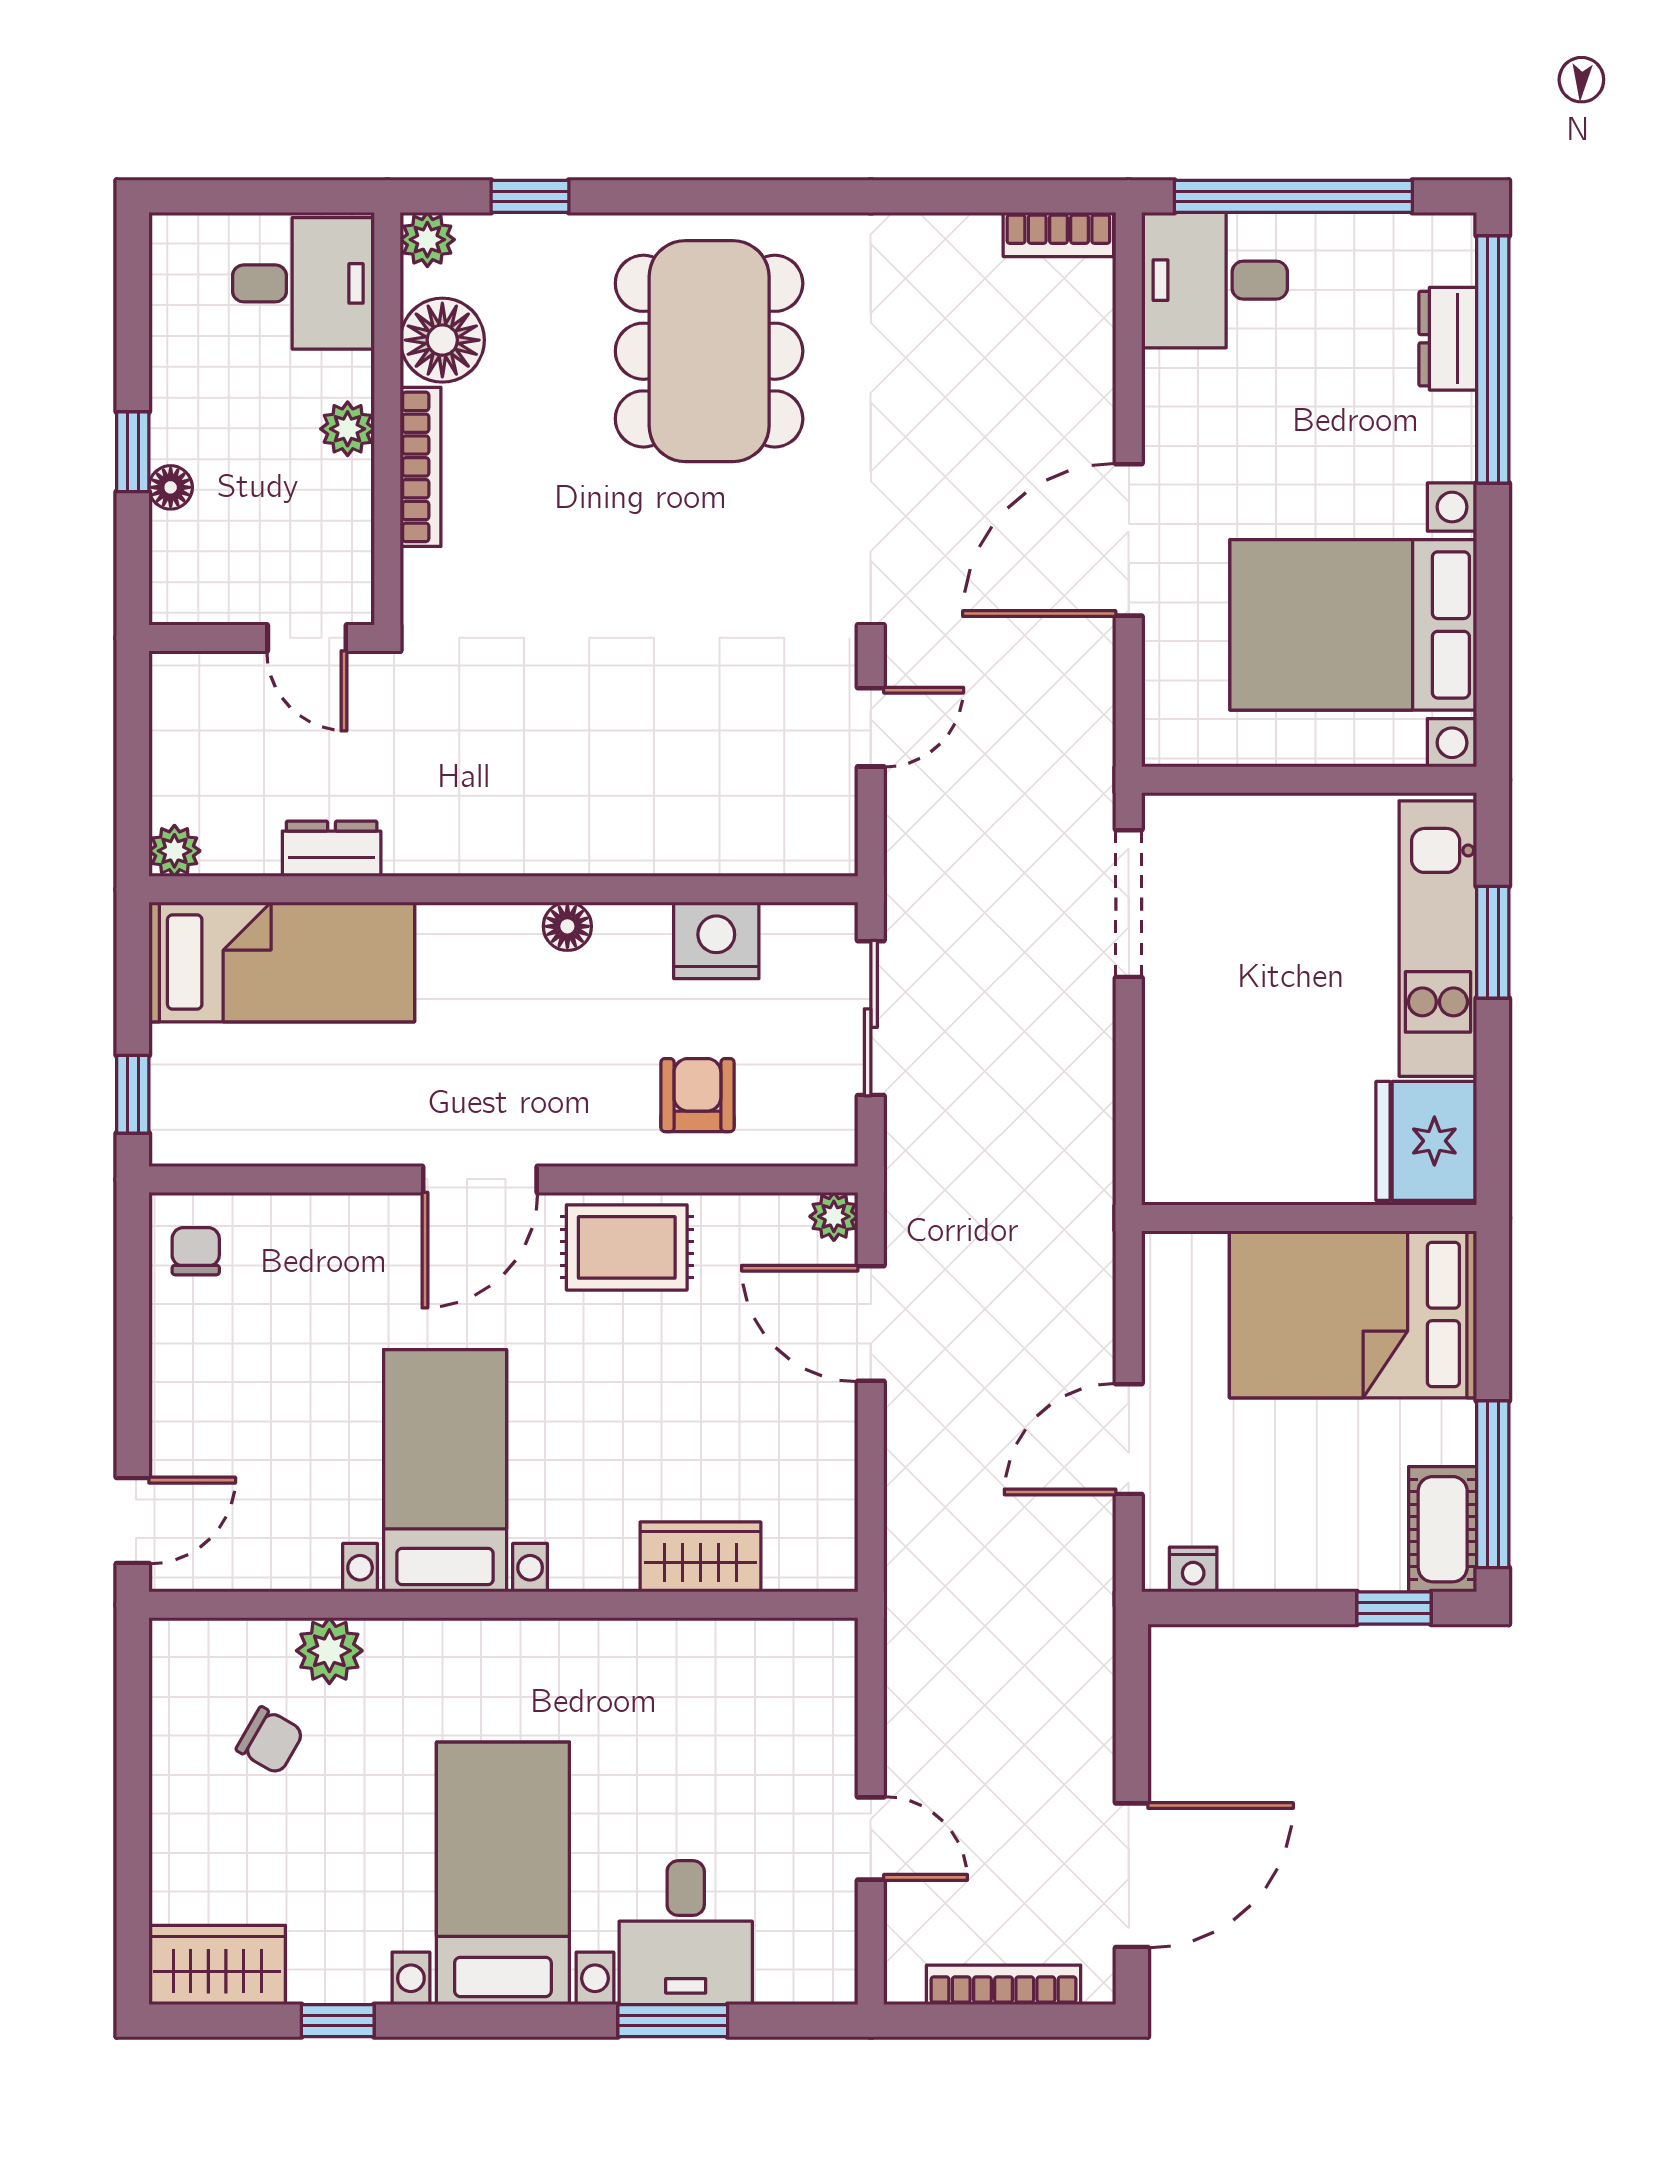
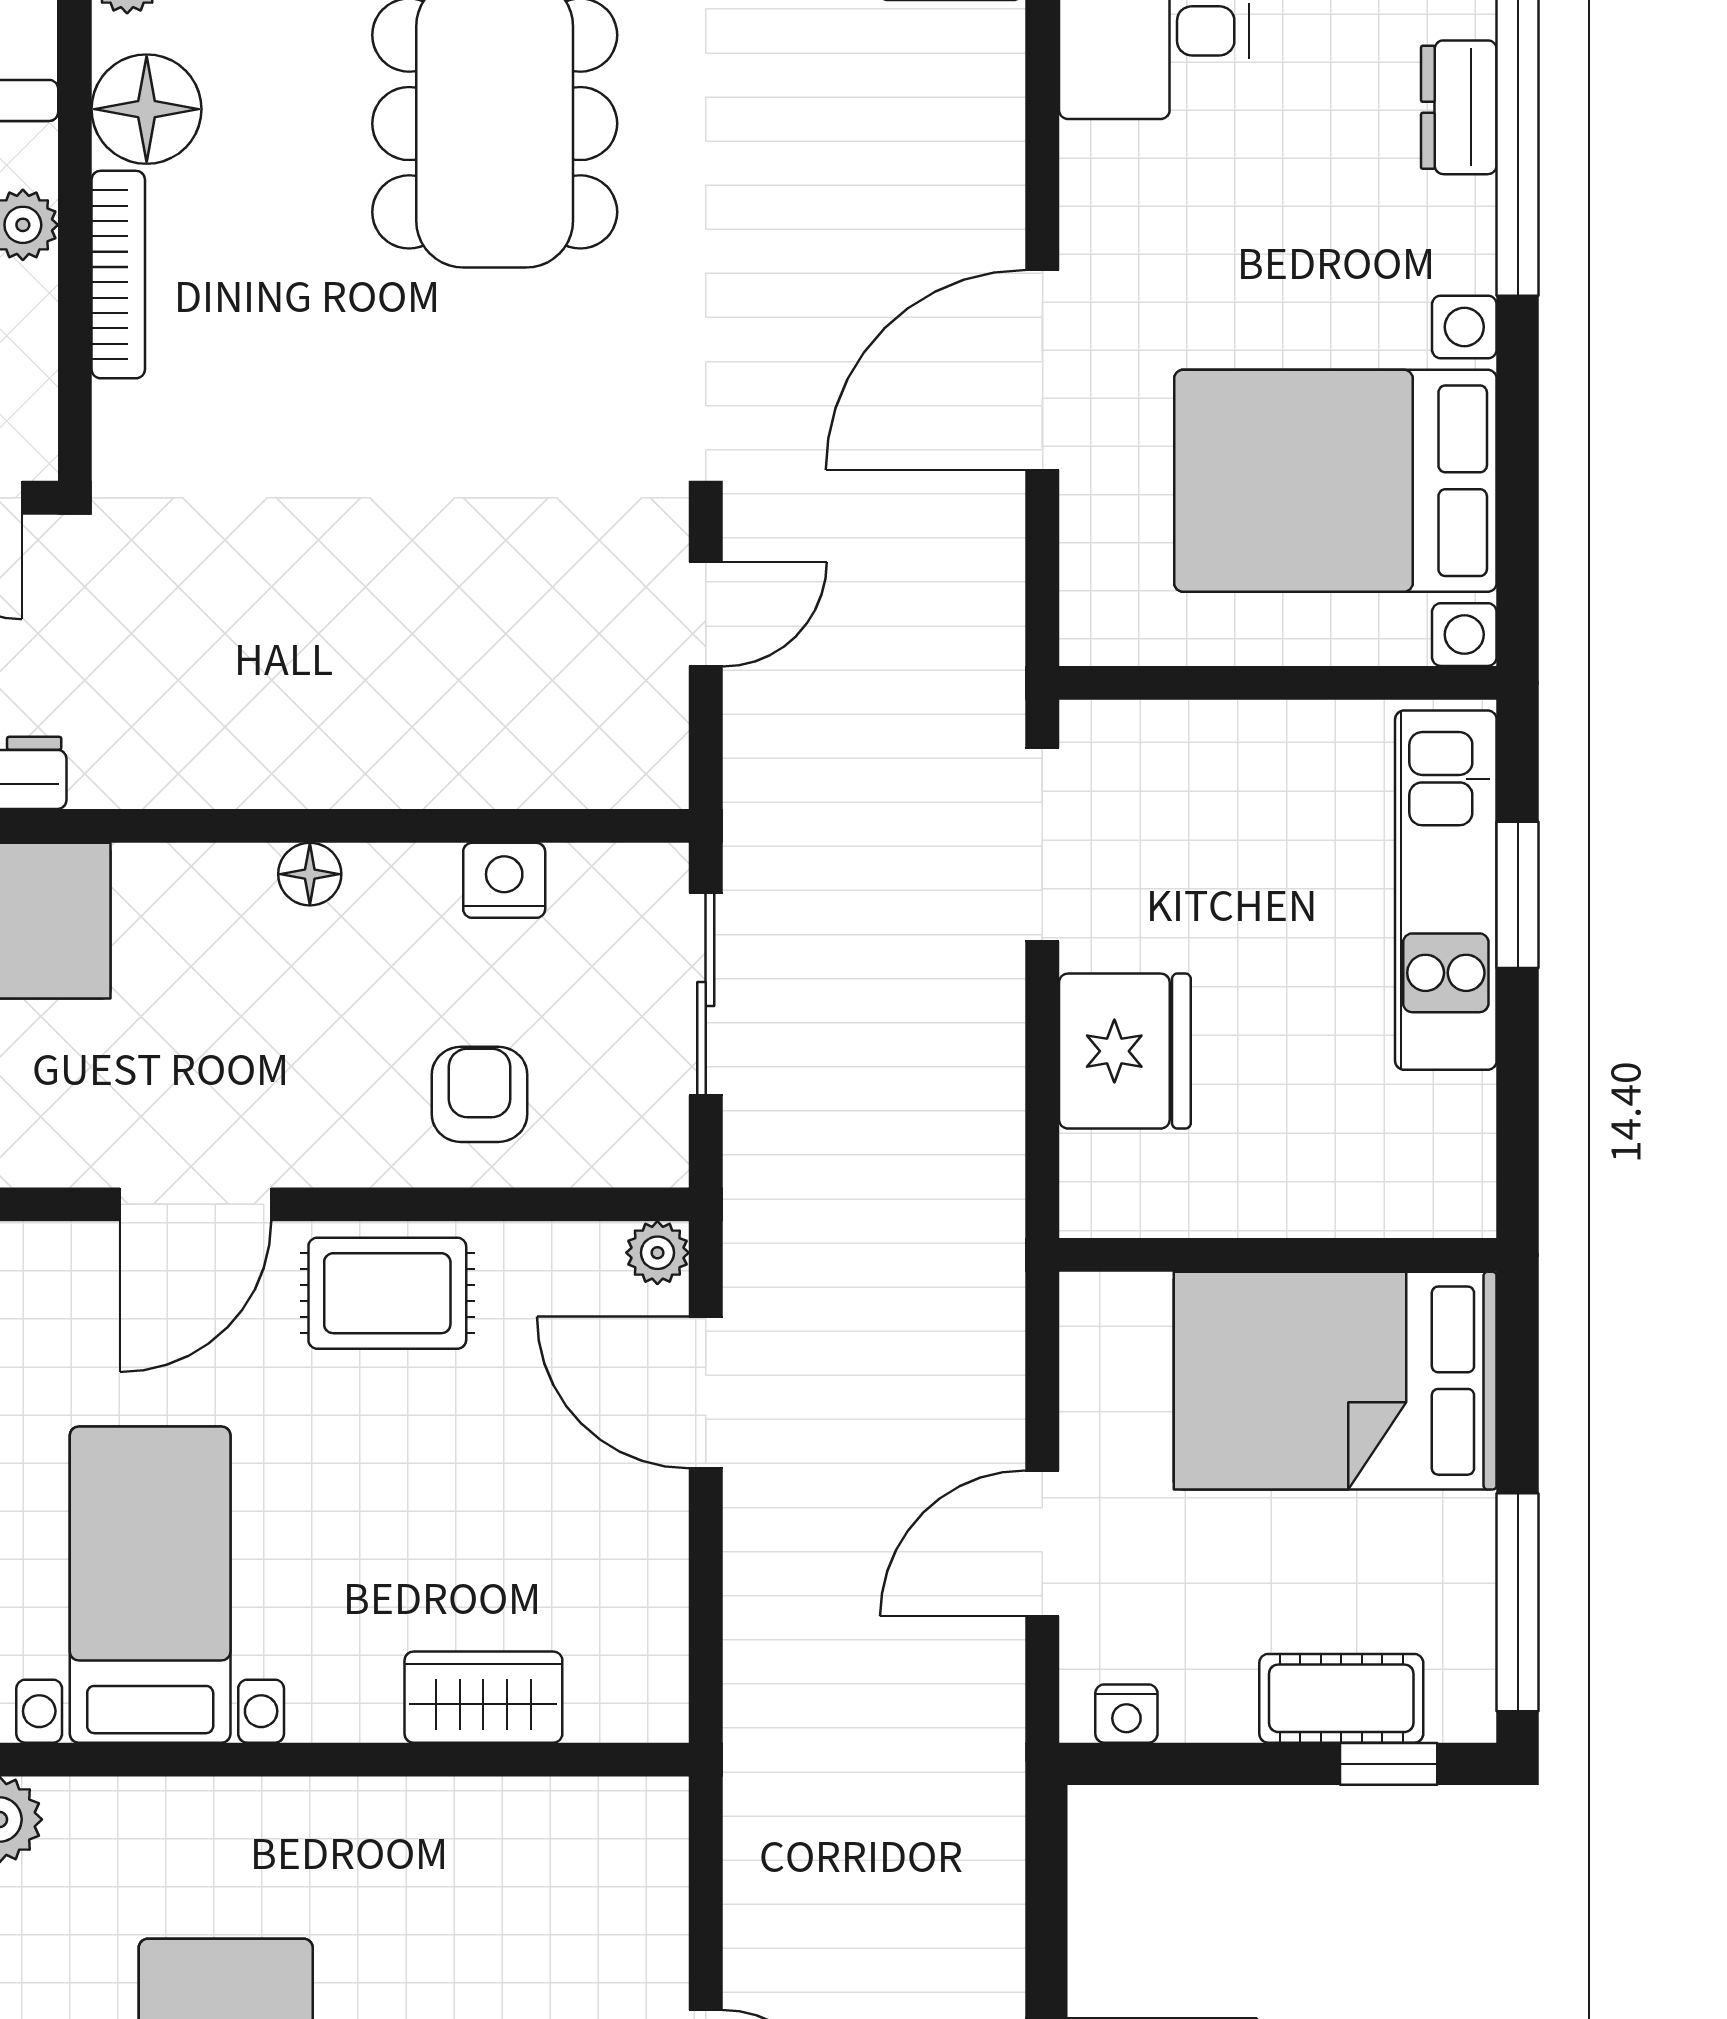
nightstand: (716, 940) -> (504, 880), width x0.74, depth x0.75
fridge: (1426, 1141) -> (1125, 1051), moved, turned 180
cot: (1443, 1529) -> (1341, 1698), moved, turned 90

